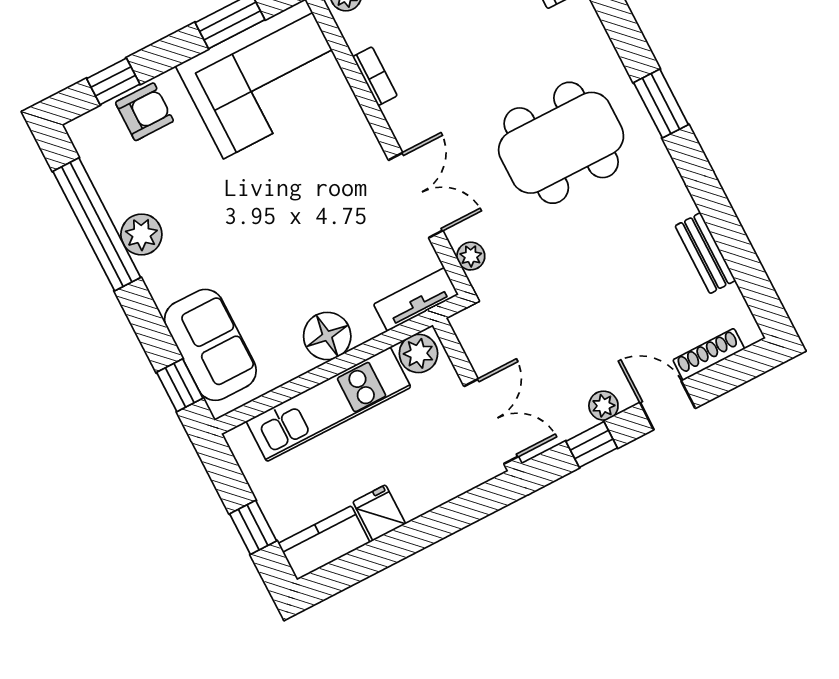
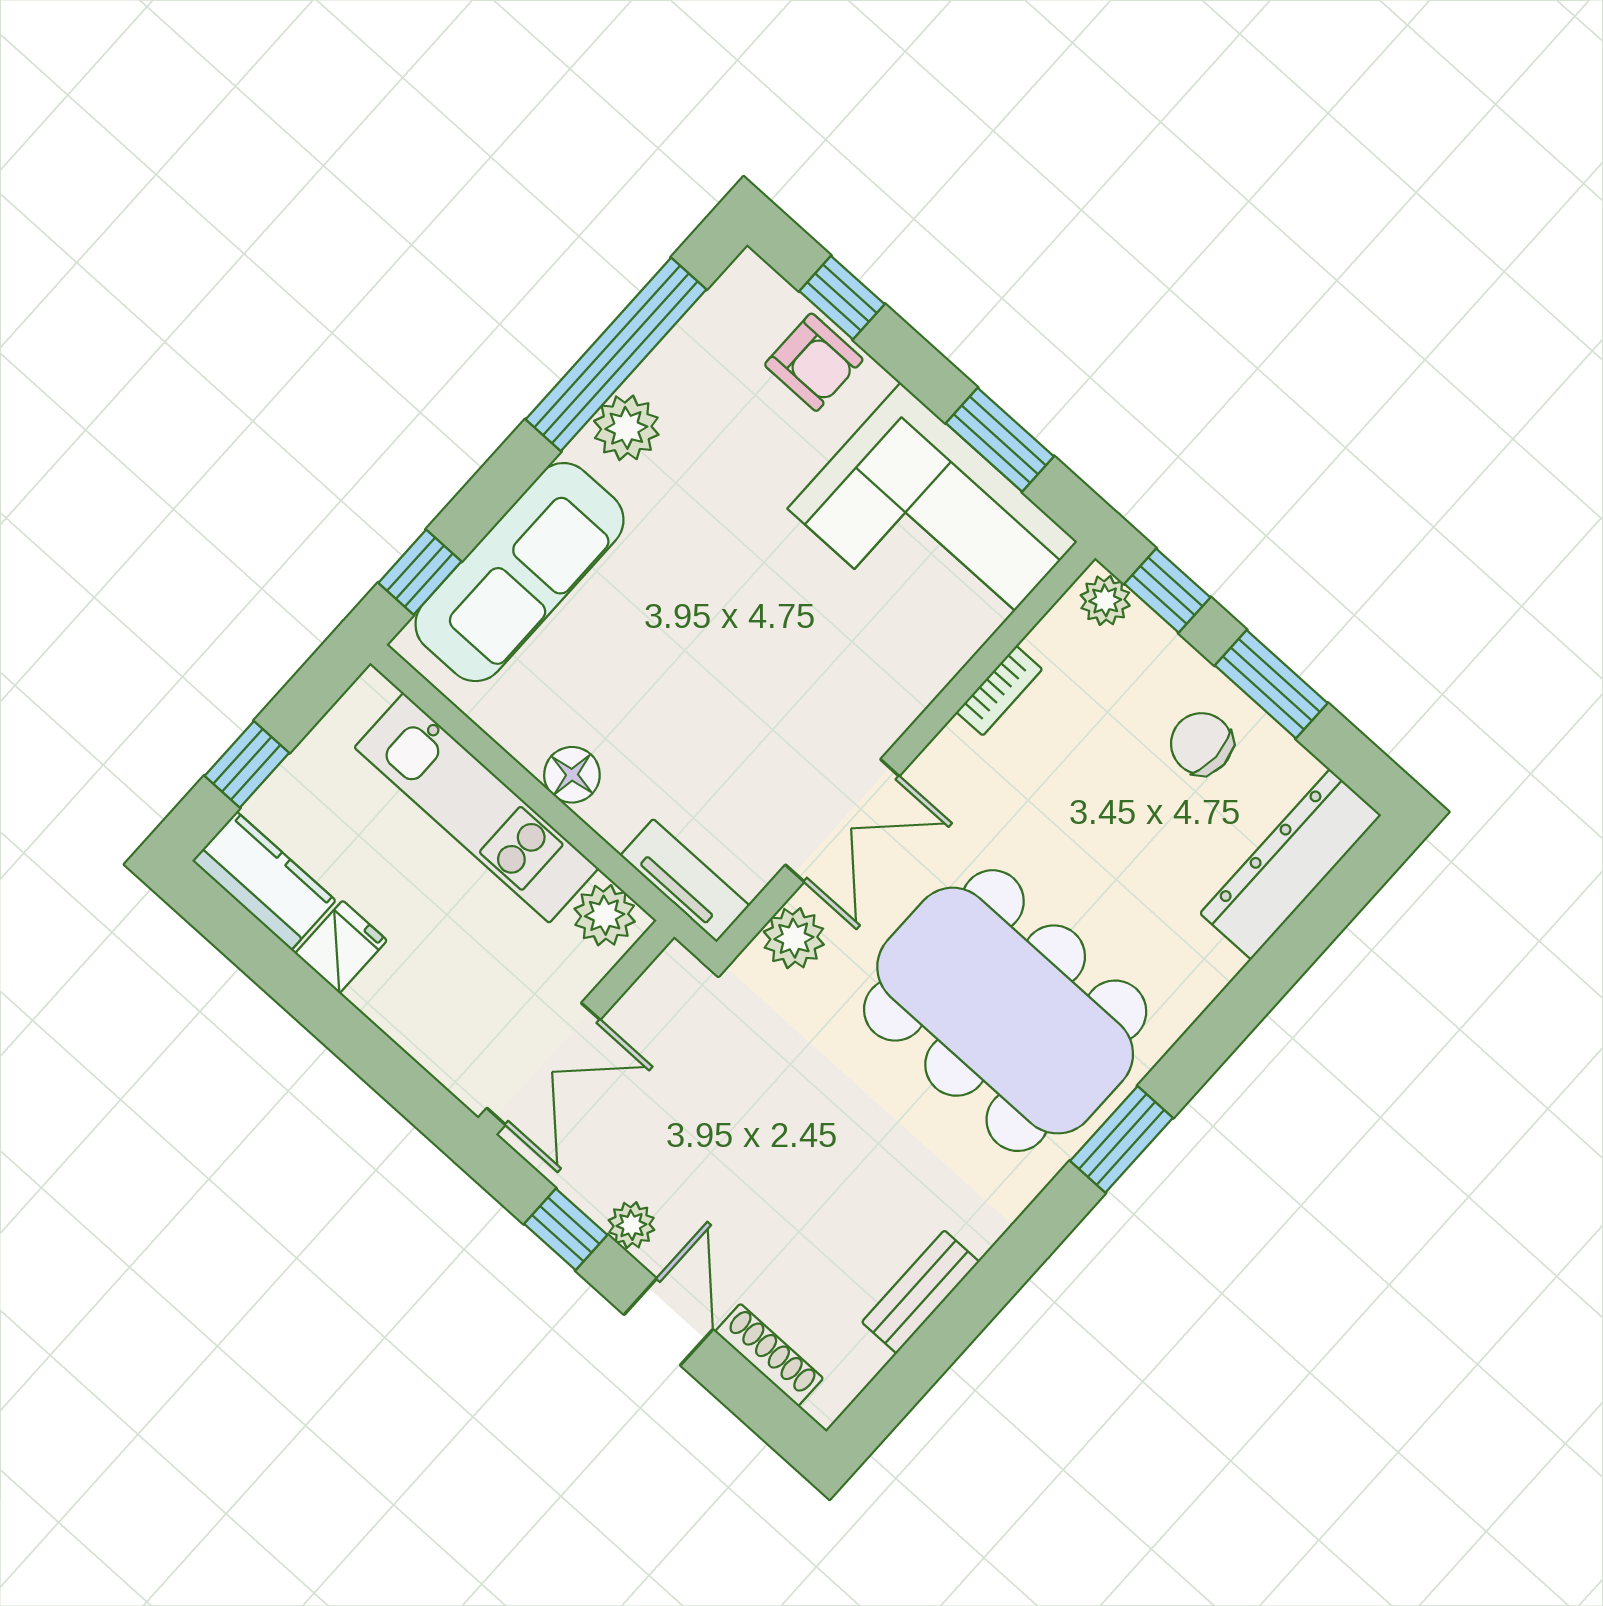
dining table: (561, 143) -> (1005, 1011), width x1.36, depth x1.24
plant: (471, 256) -> (794, 938), width x1.38, depth x1.38
floor lamp: (327, 336) -> (572, 775), width x0.73, depth x0.73
sofa: (210, 345) -> (519, 572), width x1.36

